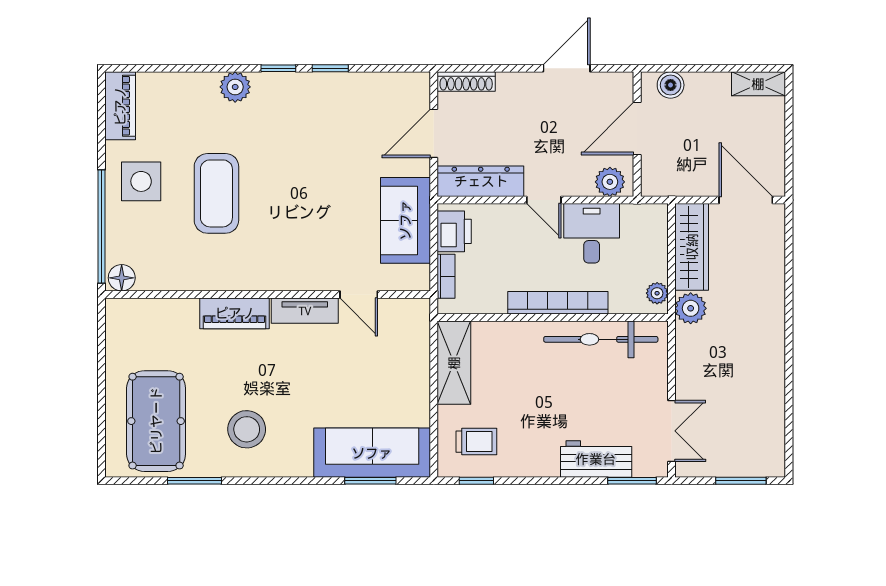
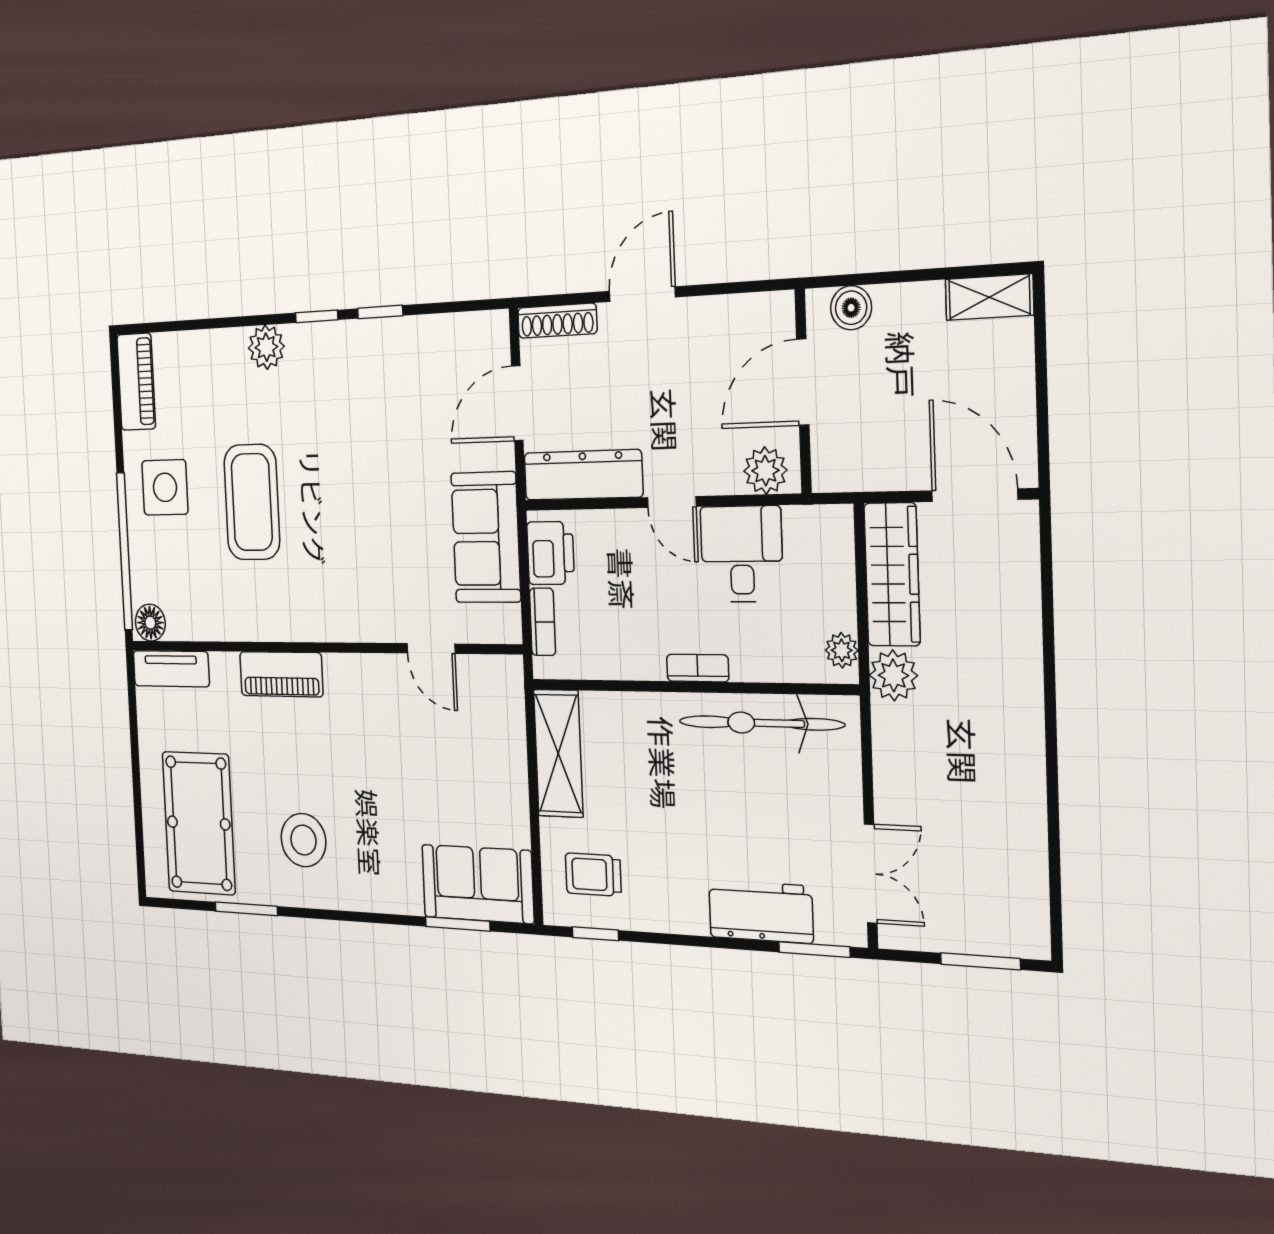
door: (567, 68) -> (642, 294), moved
bookcase: (558, 303) -> (698, 668), width x0.43, depth x0.76
tv unit: (305, 311) -> (171, 669), moved
trolley: (476, 442) -> (593, 875), turned 180
sofa: (372, 453) -> (478, 884), width x0.73

